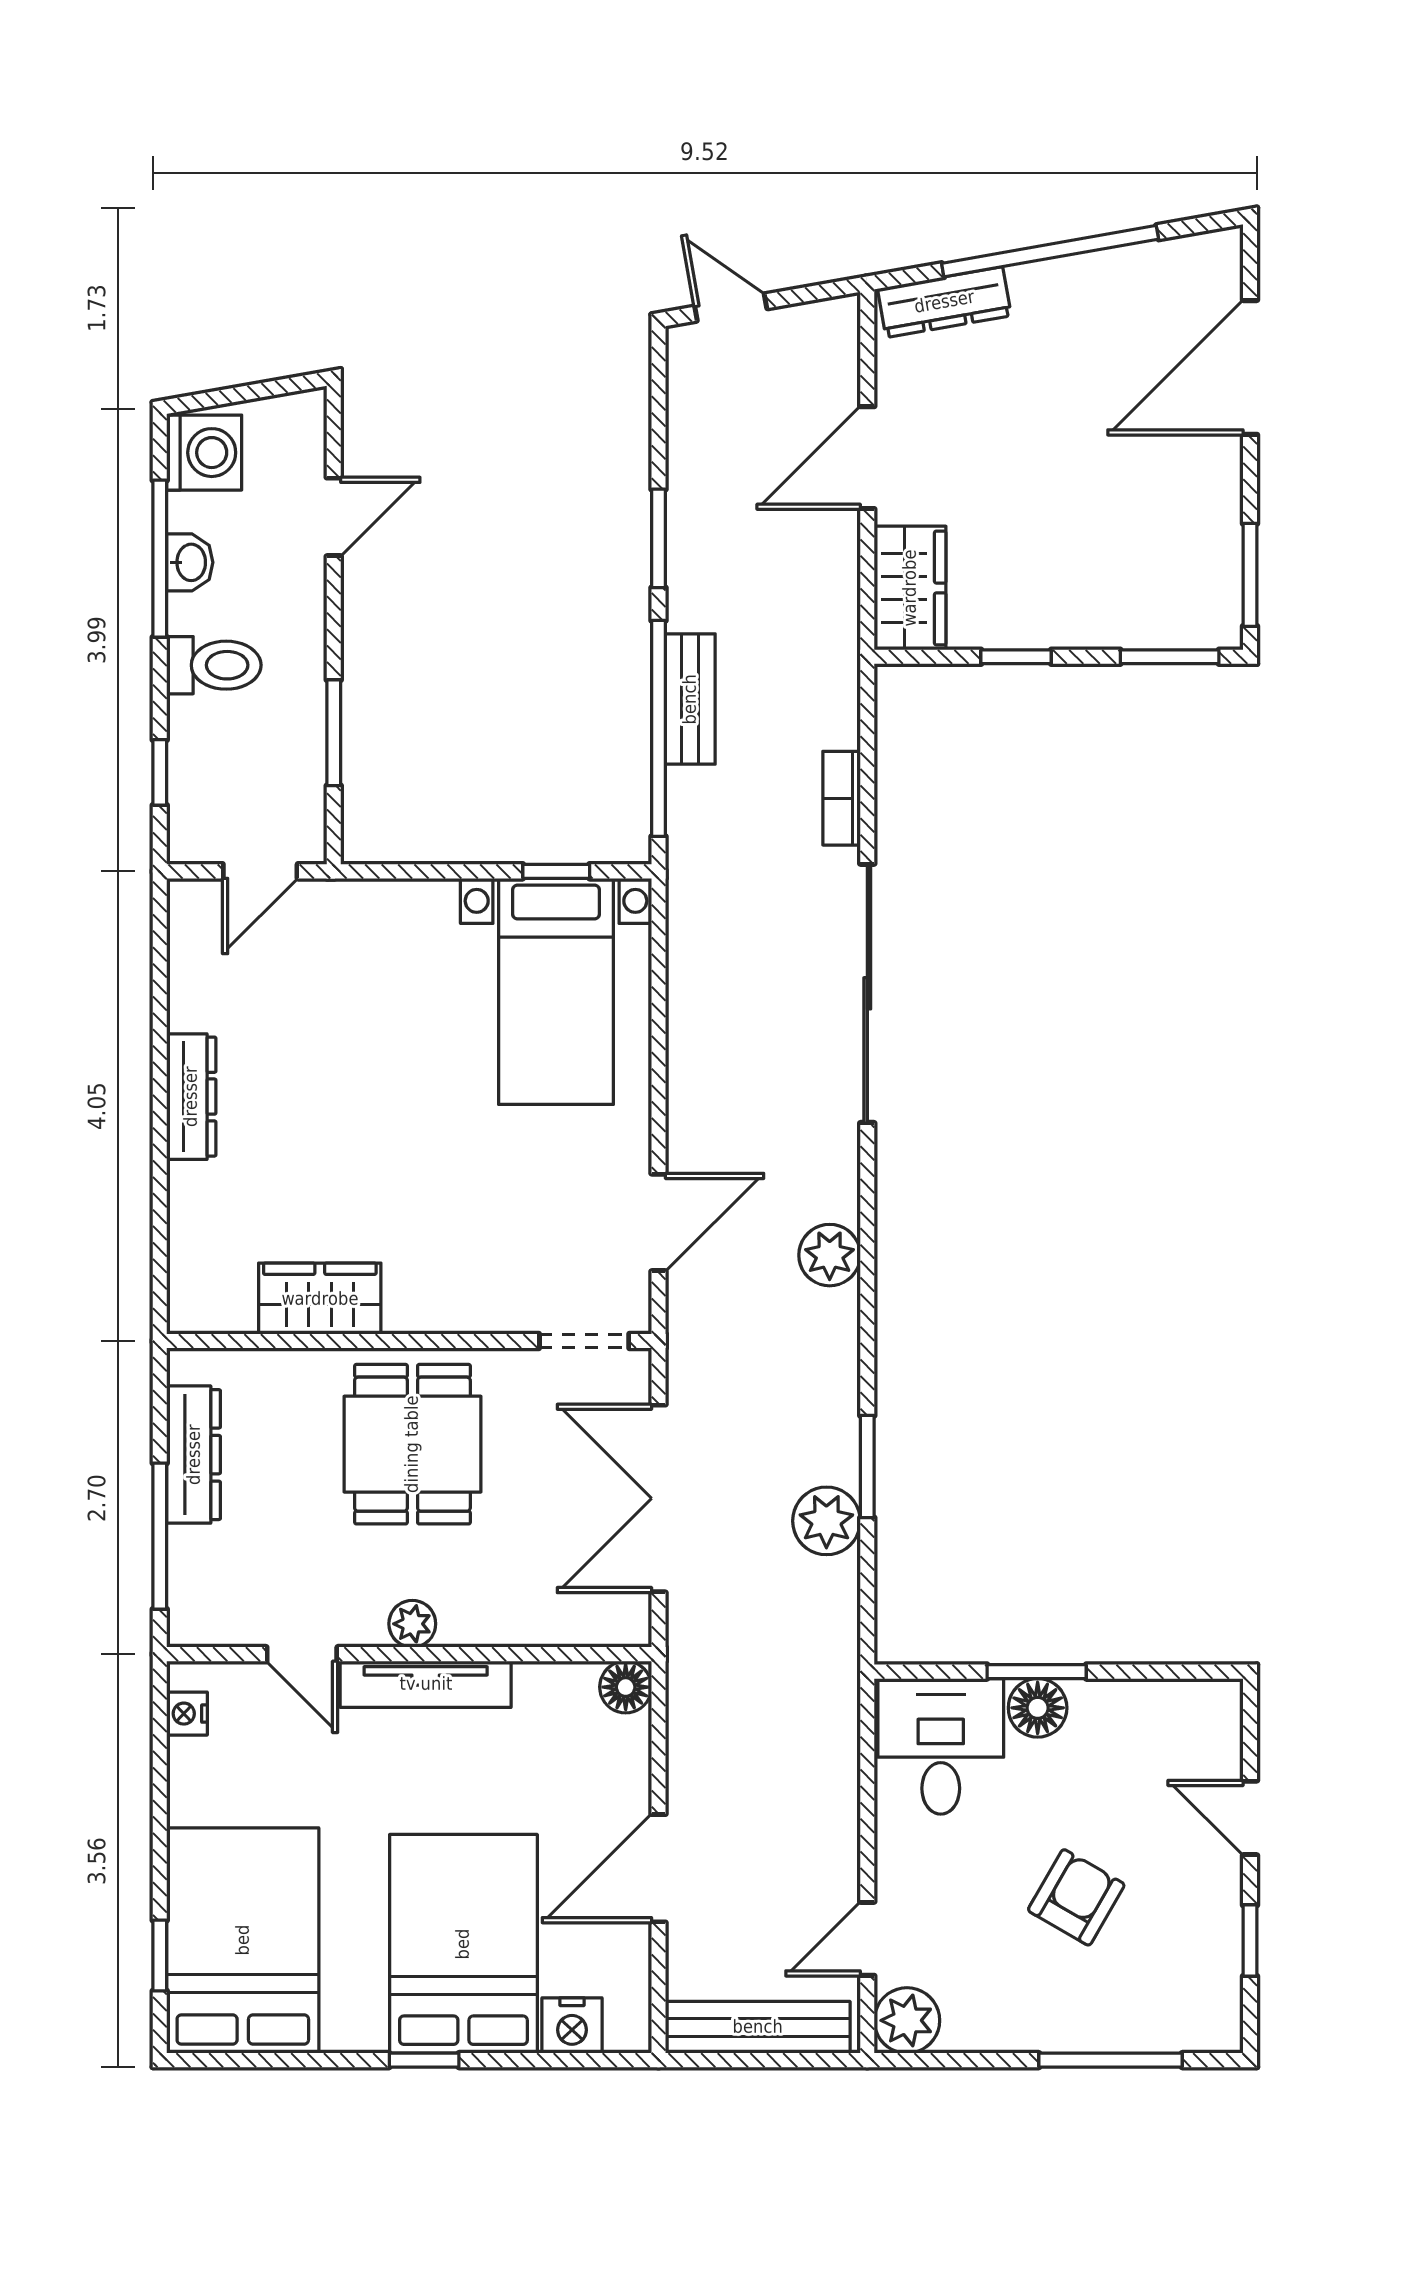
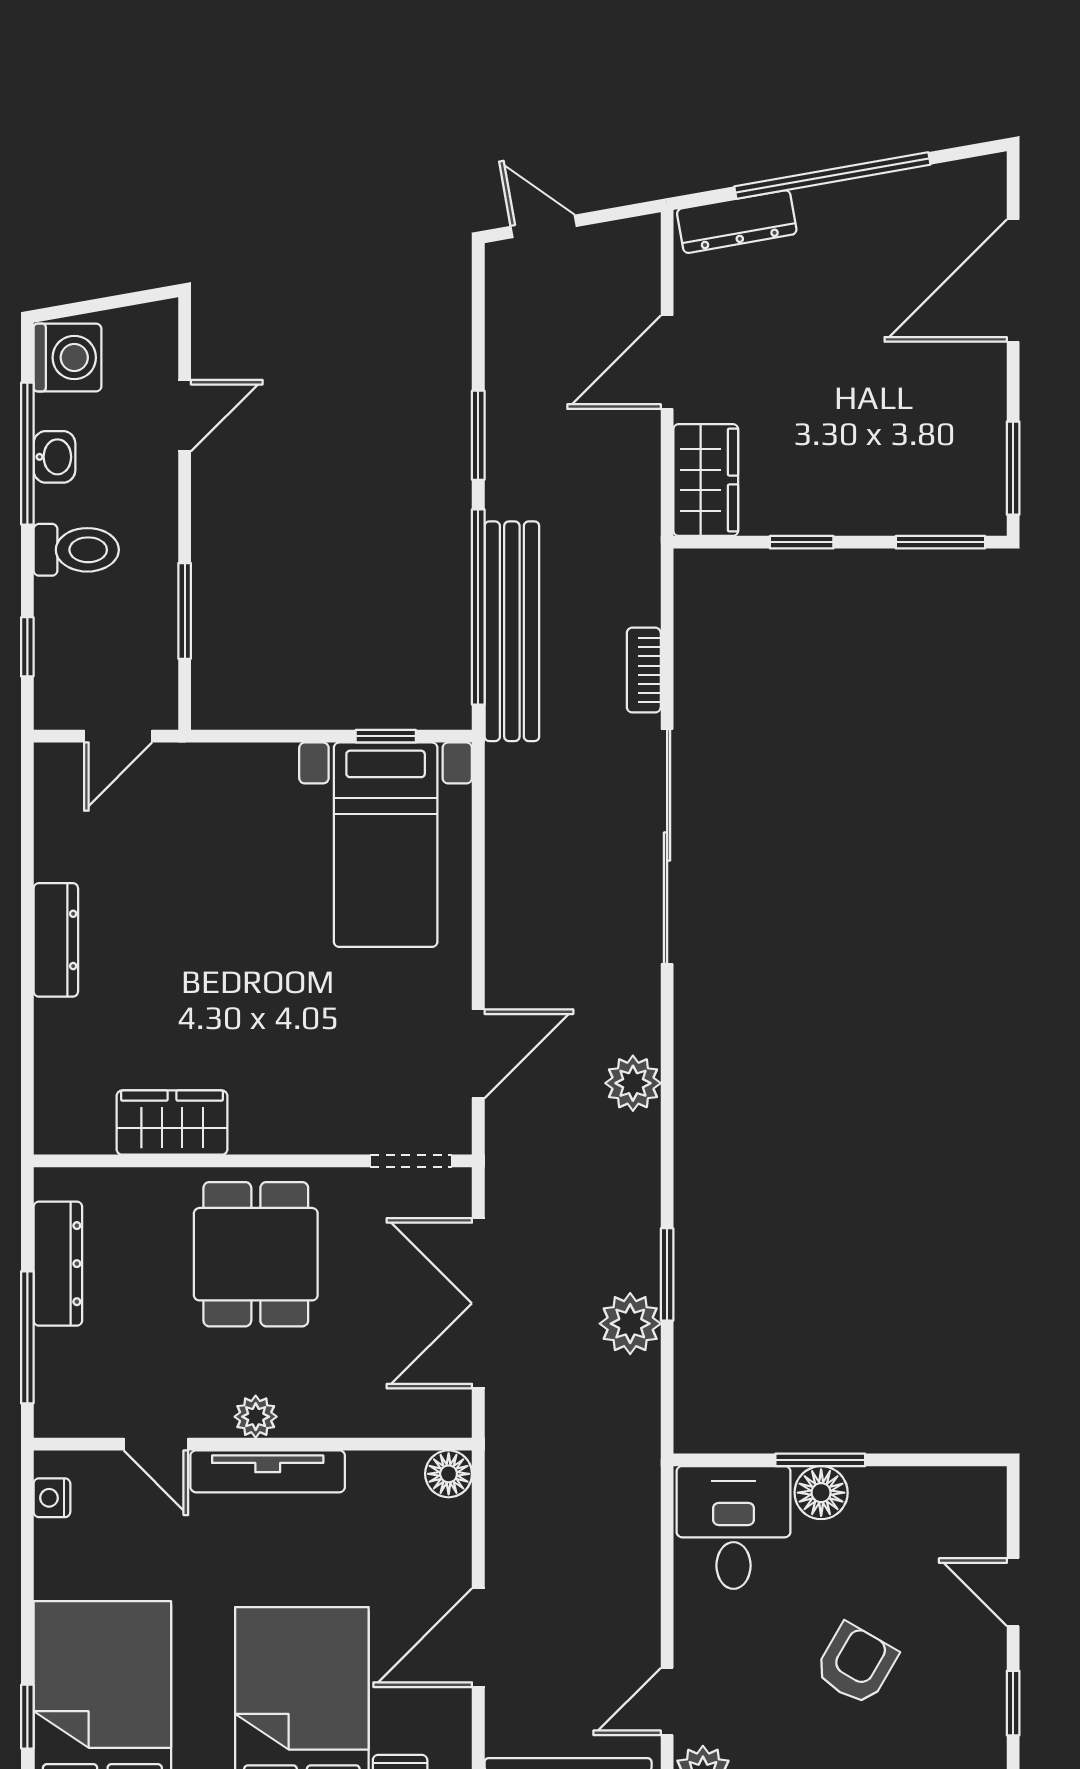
bench: (690, 699) -> (512, 631), width x1.86, depth x1.21

